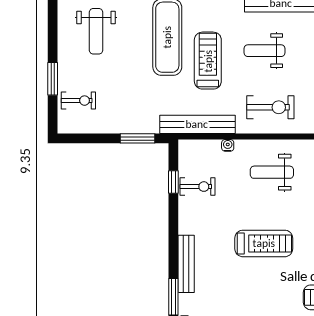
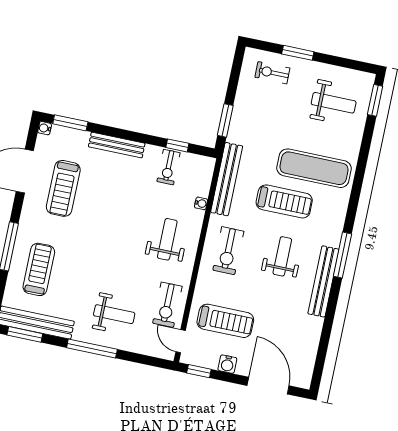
weight bench: (96, 31) -> (334, 103), turned 180
exercise bike: (78, 101) -> (272, 73), turned 90
treadmill: (264, 243) -> (63, 188), moved
bench: (186, 264) -> (117, 145), moved

